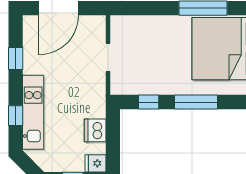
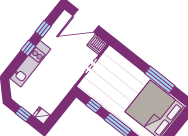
window: (16, 116) -> (28, 48), moved
dishwasher: (95, 130) -> (97, 44), moved, turned -90

